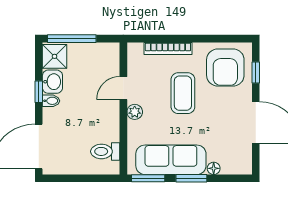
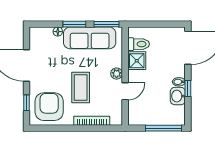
shower: (55, 56) -> (137, 61), moved

